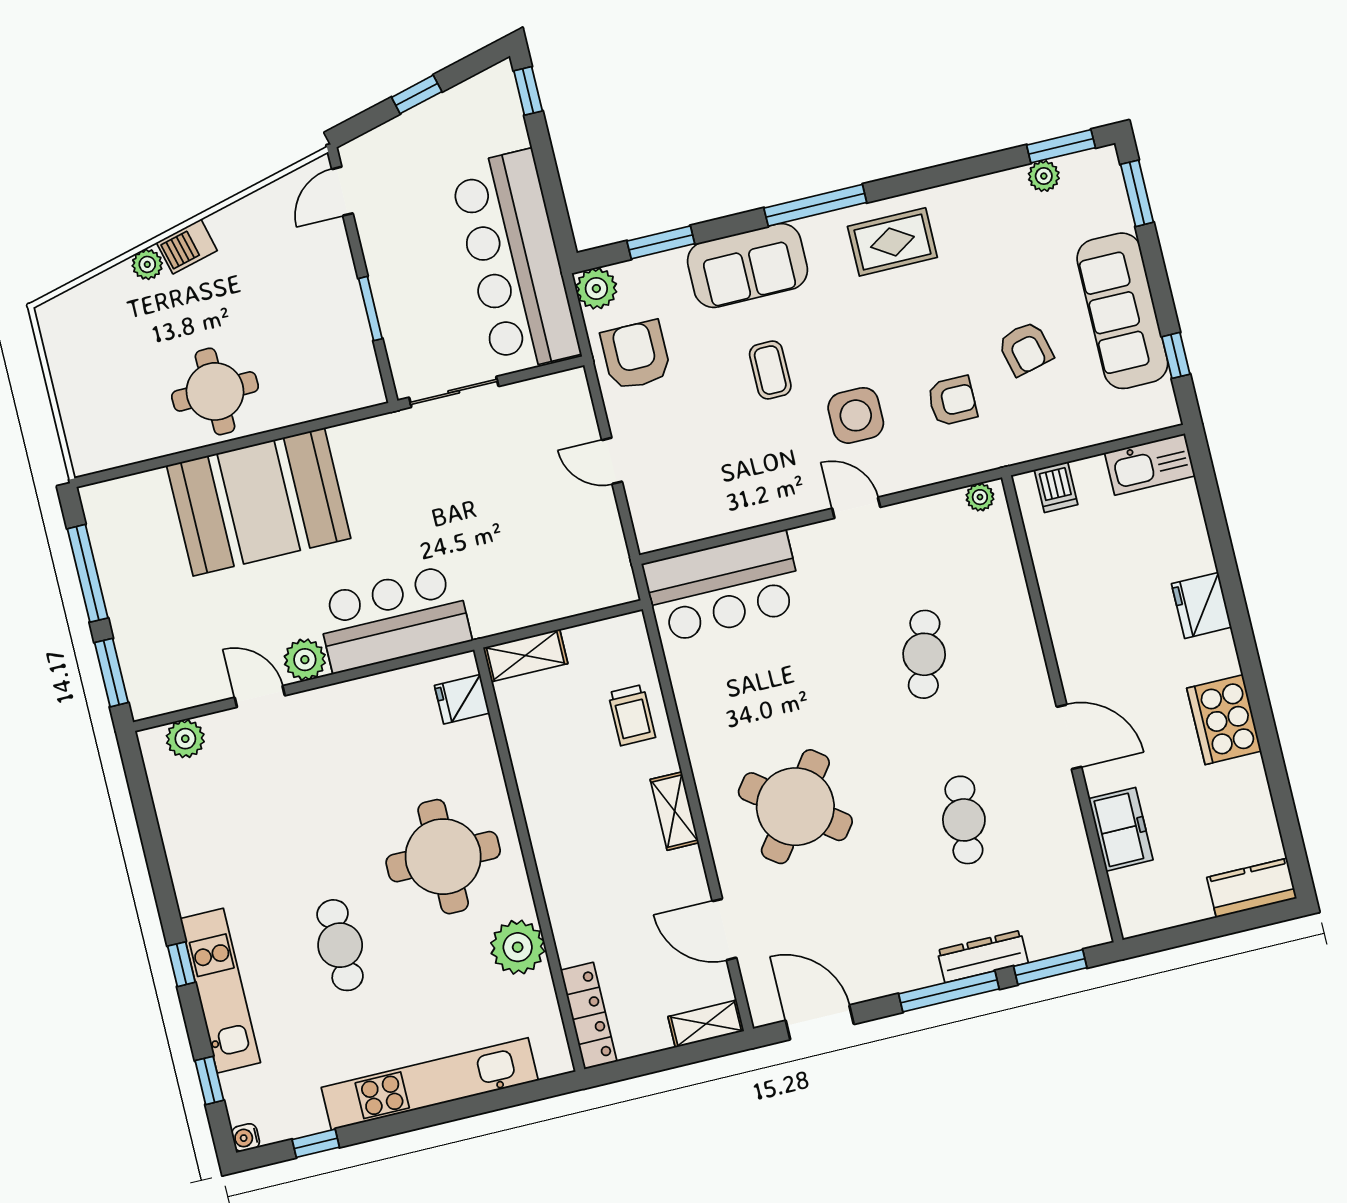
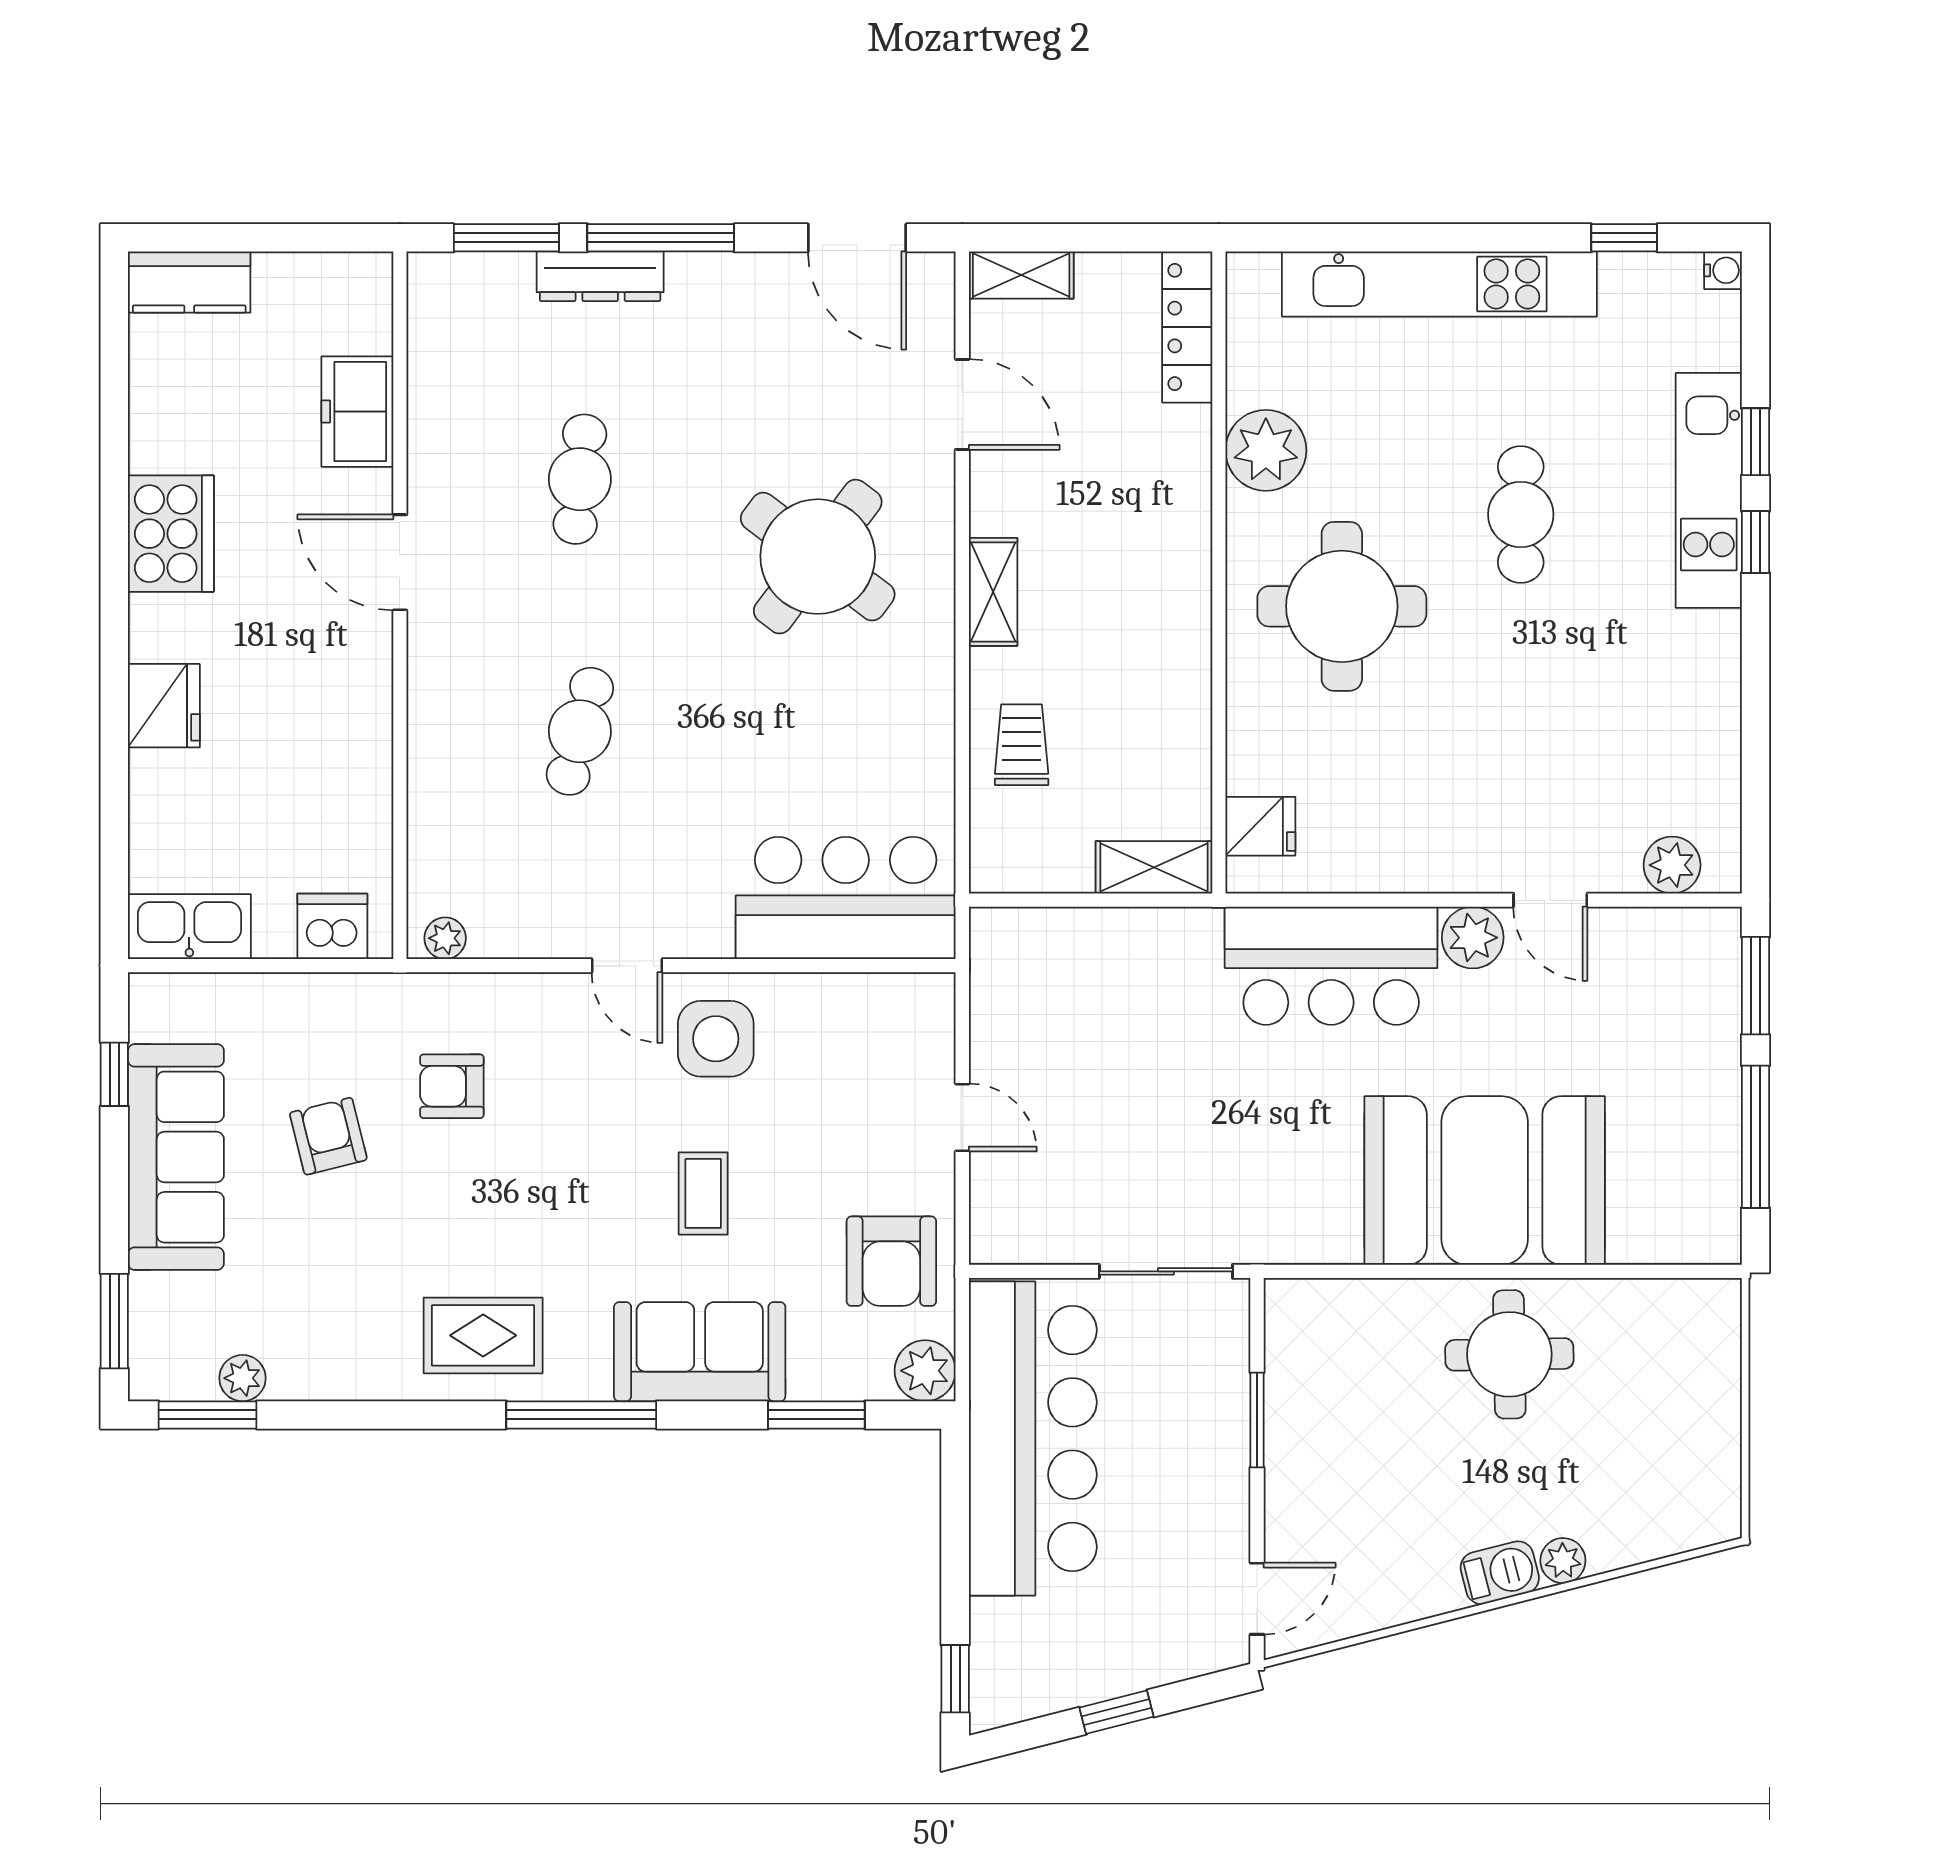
side table: (856, 415) -> (716, 1039), moved
dishwasher: (1056, 487) -> (332, 926), width x1.38
window: (209, 1080) -> (1756, 442), moved

